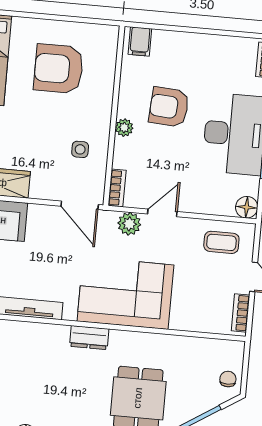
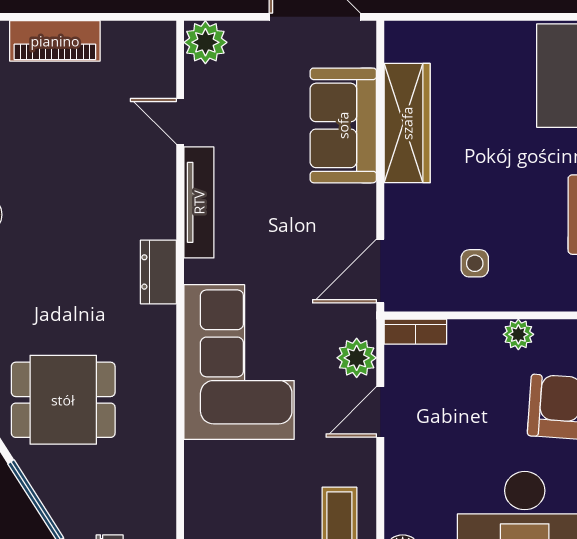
door: (162, 213) -> (380, 412), swing flipped
dresser: (89, 338) -> (158, 272), moved

